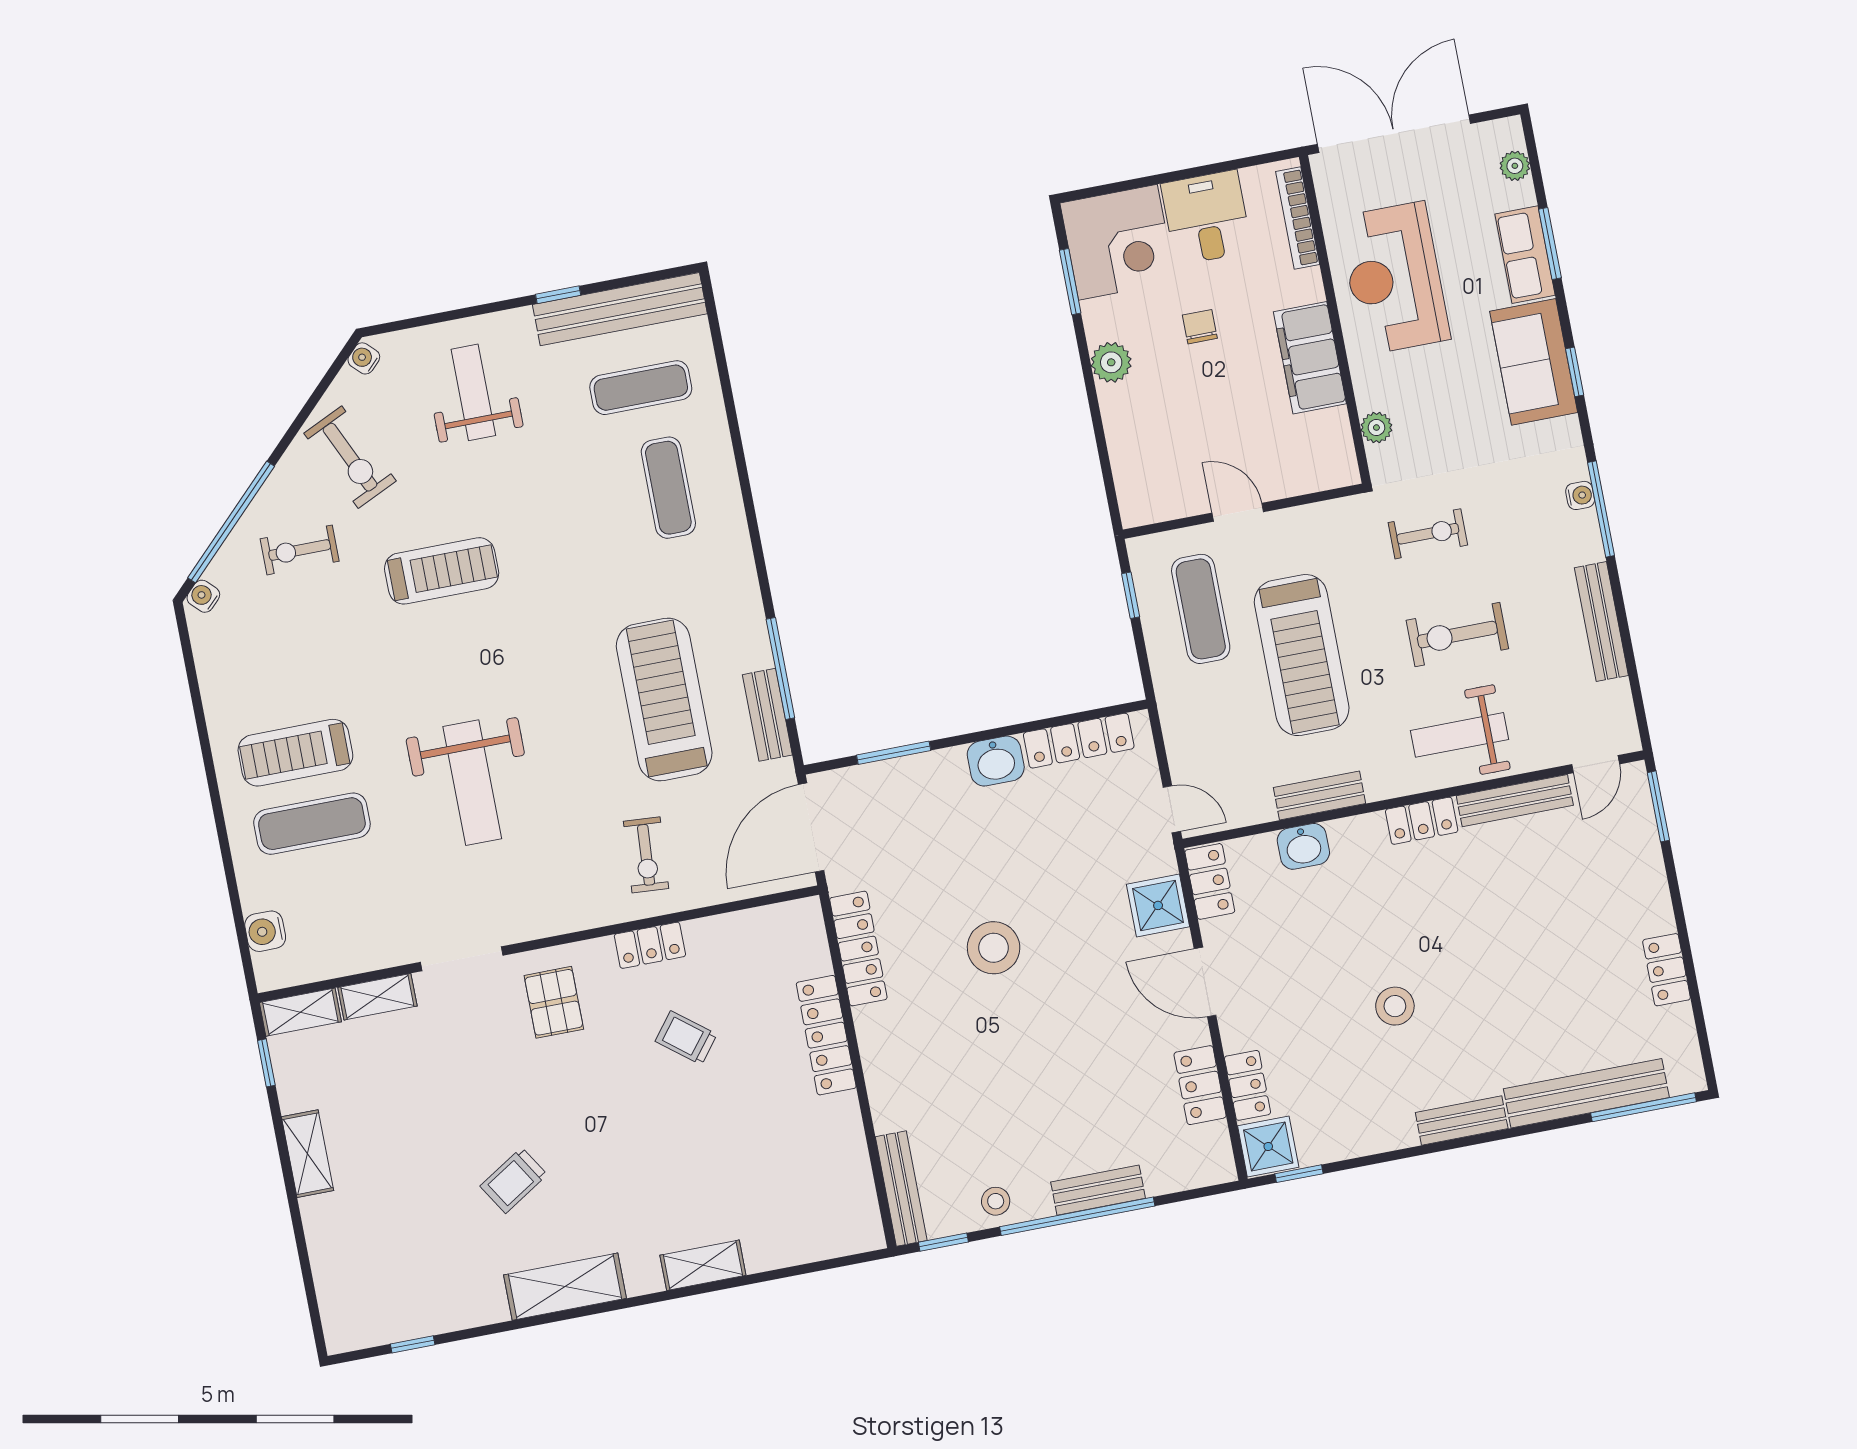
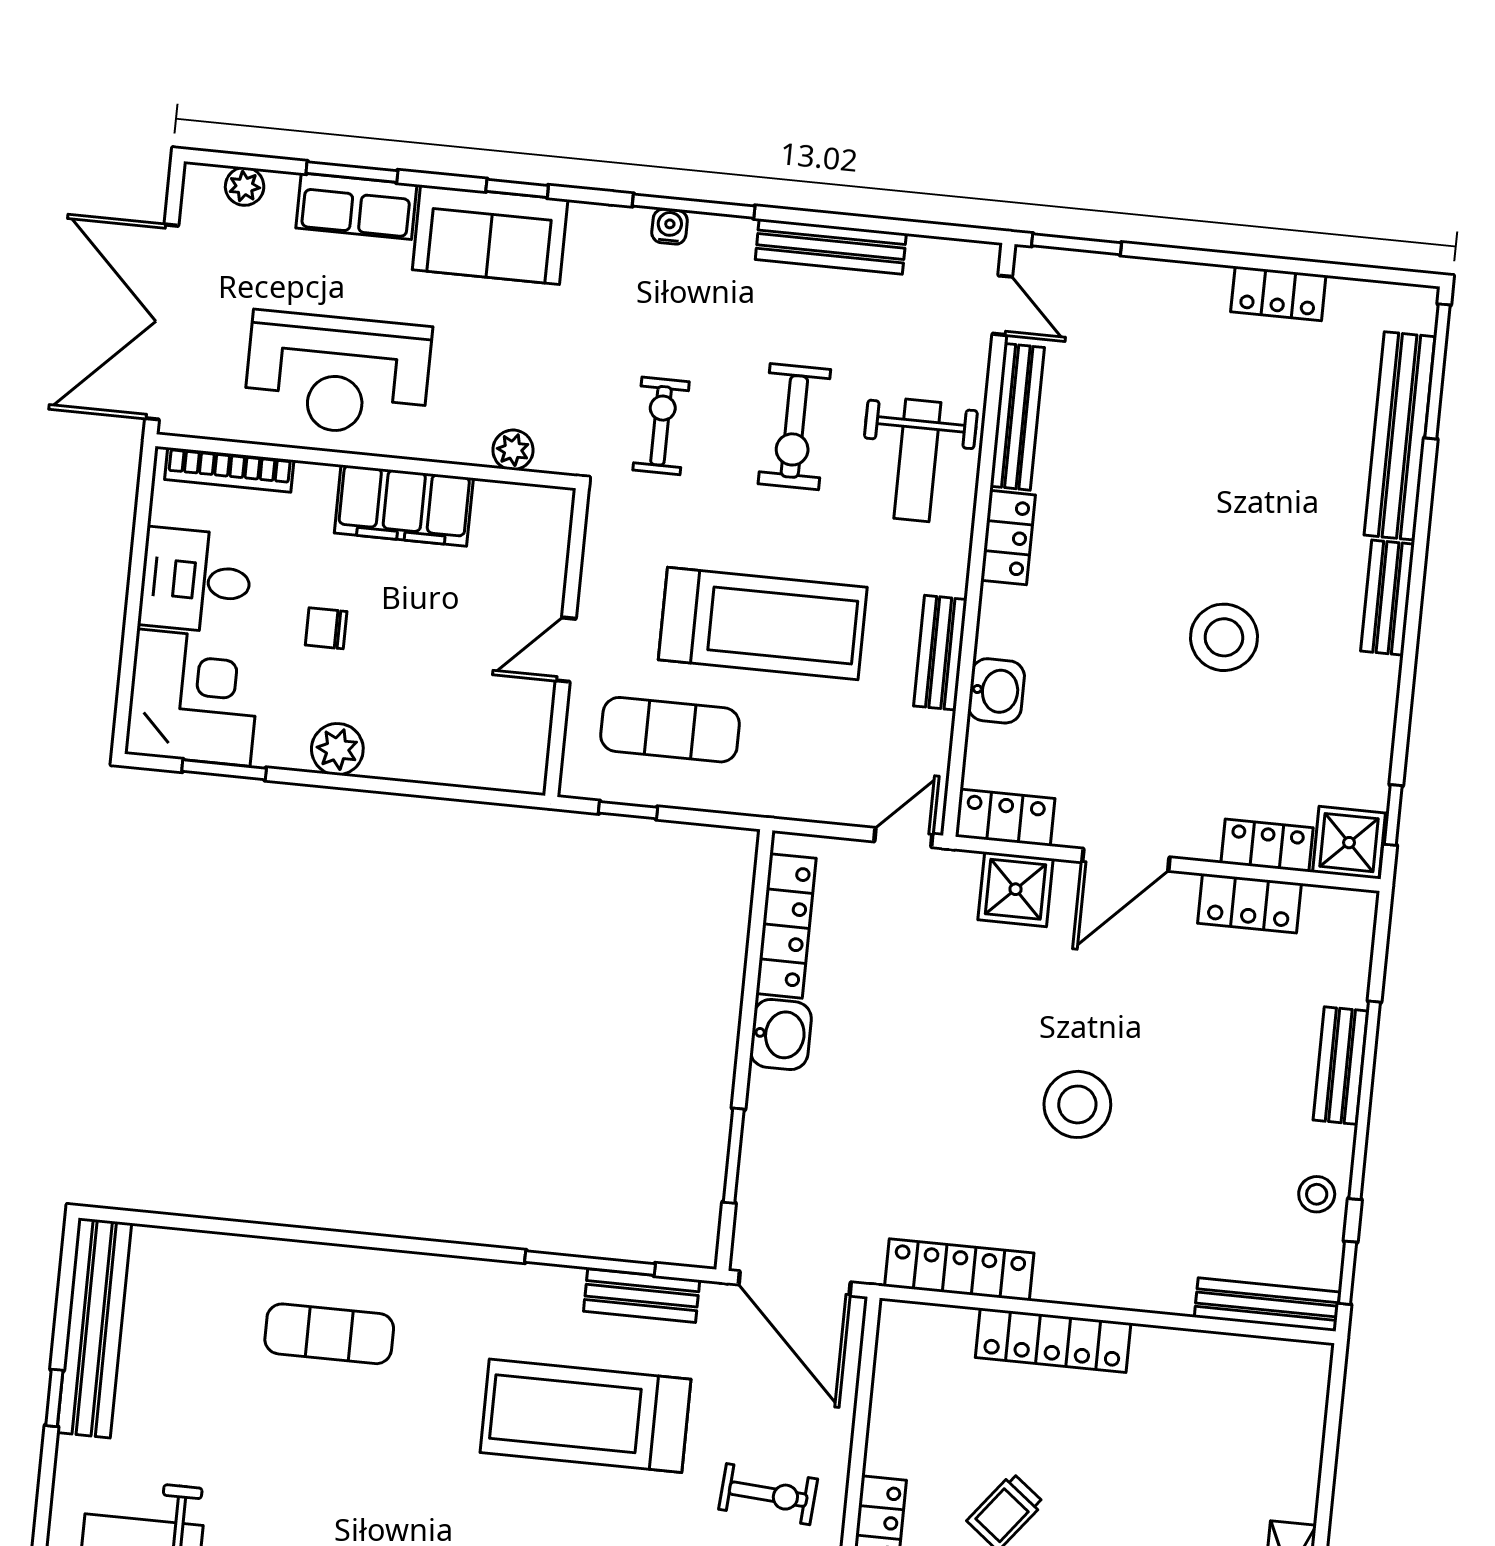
exercise mat: (641, 388) -> (197, 1331), removed
stool: (994, 948) -> (1077, 1104), moved
stool: (1395, 1006) -> (1224, 637), width x1.38, depth x1.38

